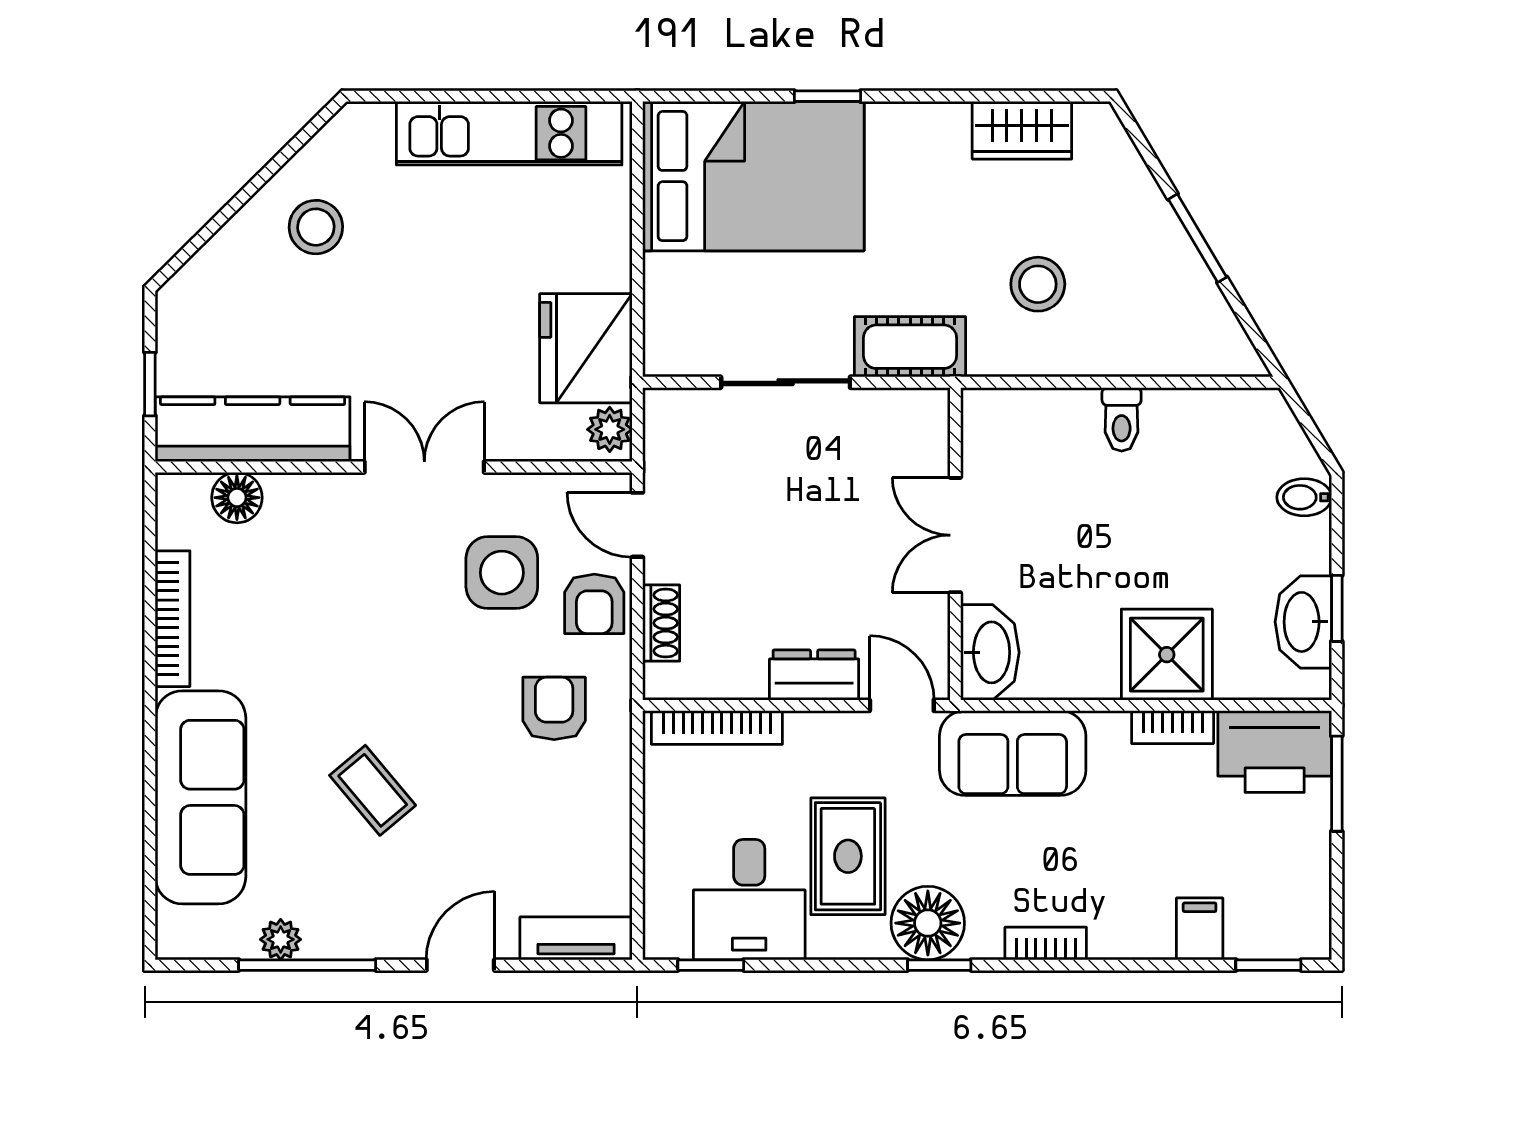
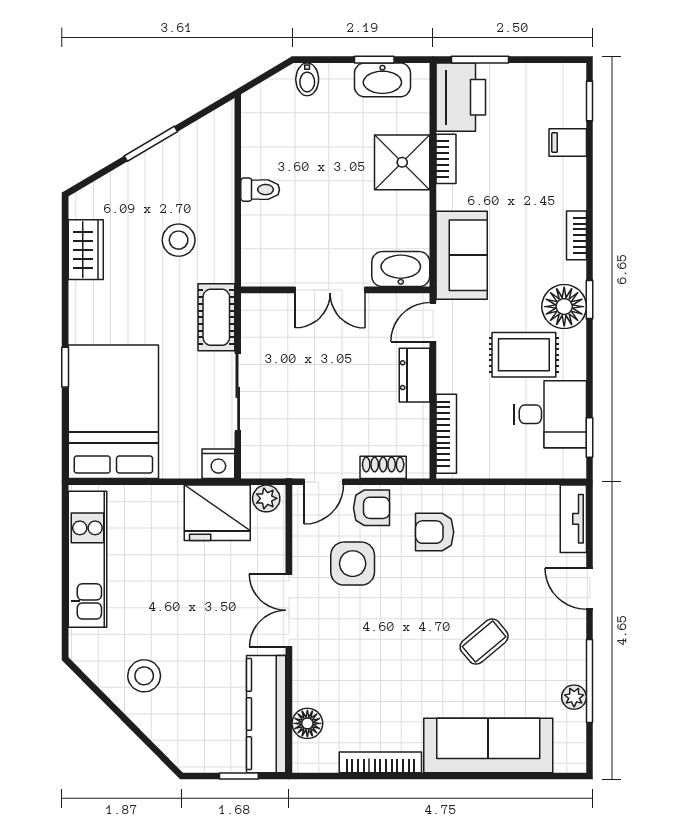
nightstand: (667, 350) -> (218, 464), added

